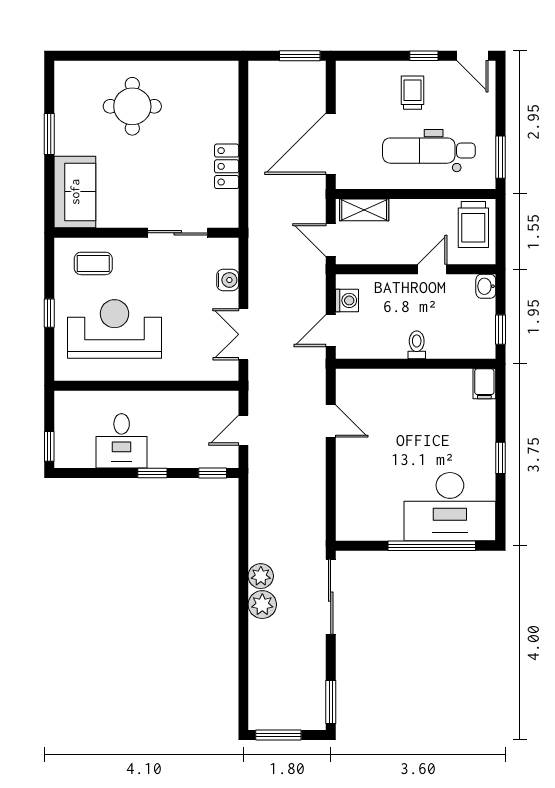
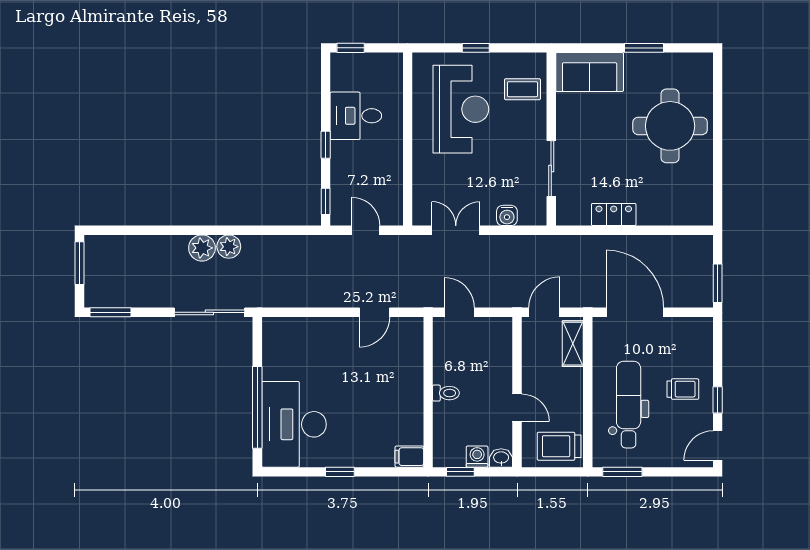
round table: (132, 106) -> (670, 126), width x1.36, depth x1.36
coffee table: (93, 263) -> (522, 89), turned 90
washing machine: (347, 300) -> (477, 457), moved, turned 180

